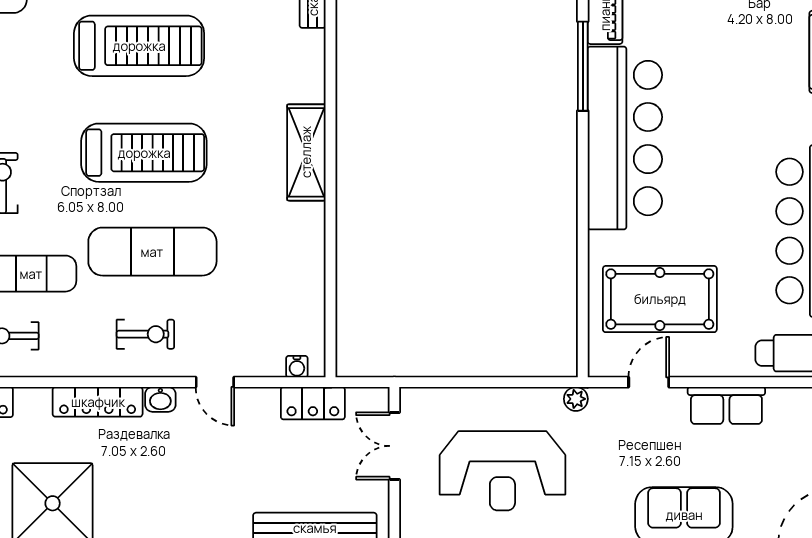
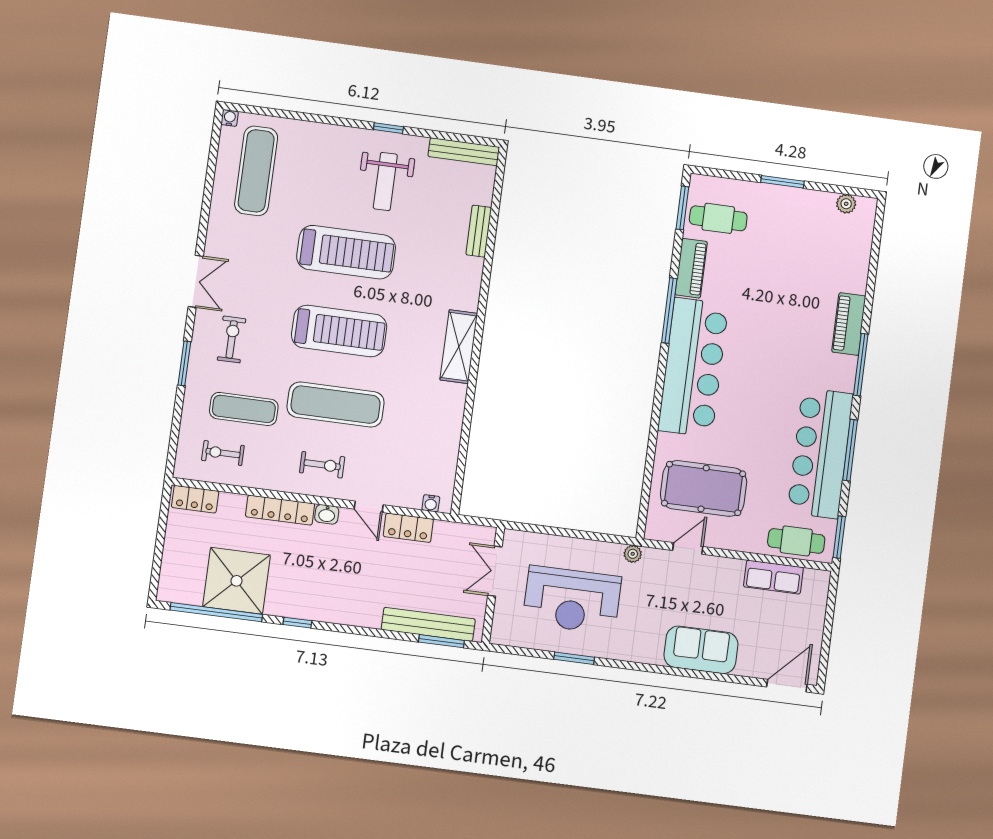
locker: (313, 403) -> (408, 528), moved
row of seats: (726, 405) -> (773, 577), moved

